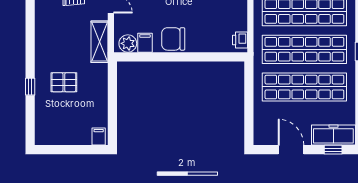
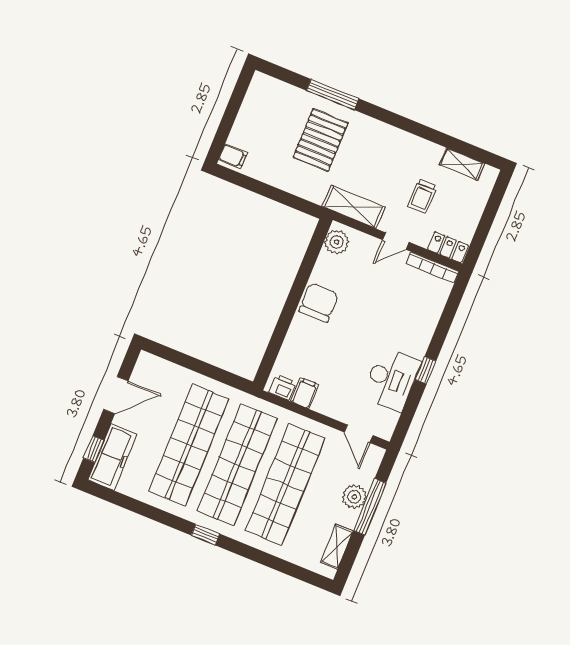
filing cabinet: (145, 43) -> (305, 393), moved, turned -90
pallet: (64, 82) -> (321, 140), width x1.50, depth x1.42
window: (30, 87) -> (333, 95), width x2.17

